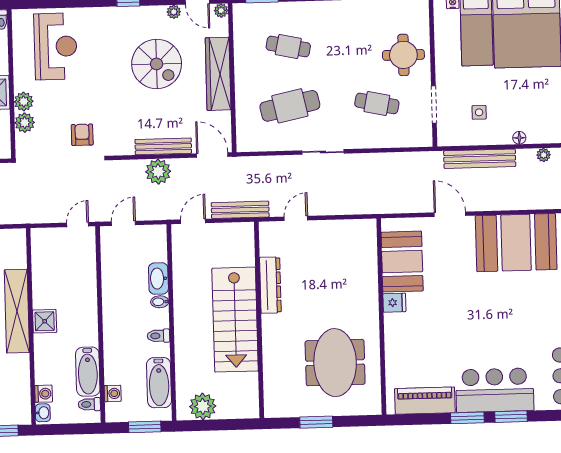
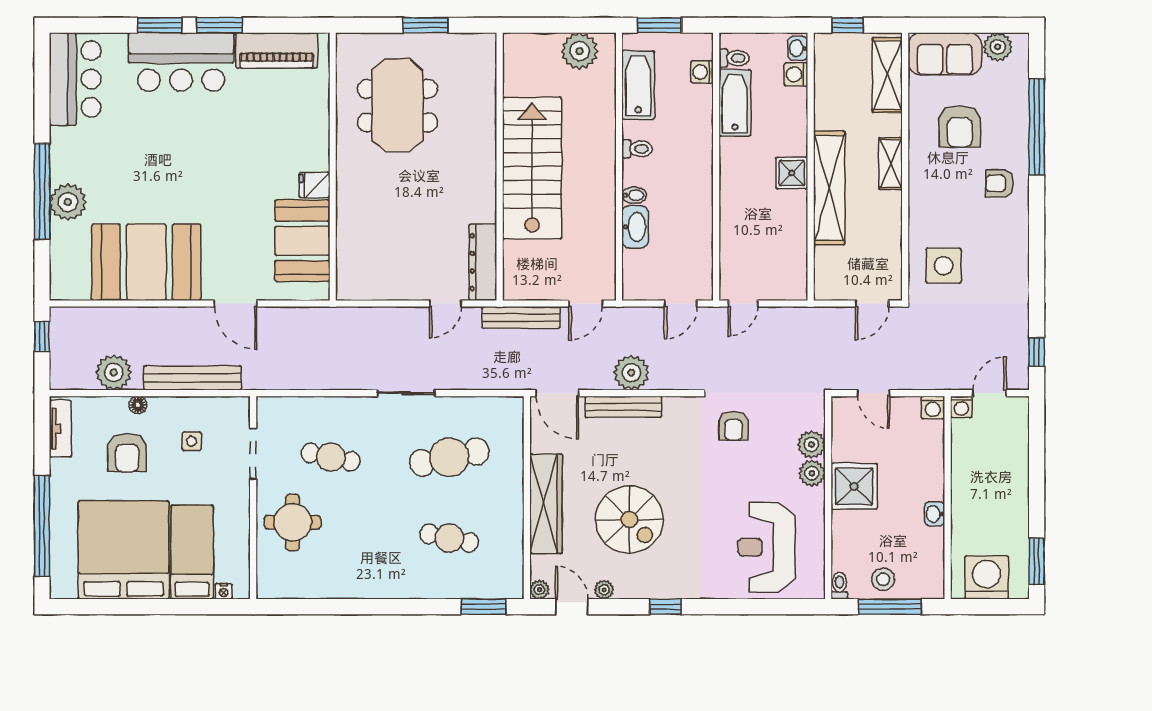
spiral stairs: (157, 64) -> (629, 519), turned 180
armchair: (526, 103) -> (127, 452), added
plant: (544, 155) -> (114, 372), width x1.87, depth x1.87
dresser: (270, 285) -> (483, 262), moved

